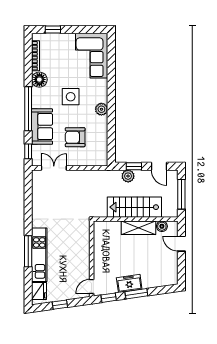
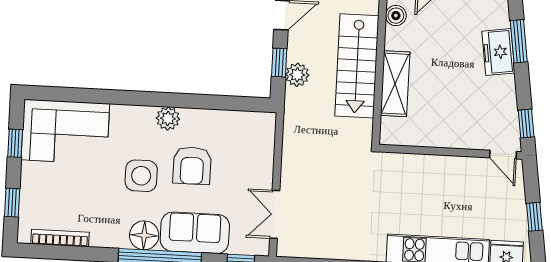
window: (84, 30) -> (15, 143), added
floor lamp: (39, 80) -> (144, 235), moved
armchair: (75, 137) -> (192, 166), moved
shelving: (138, 228) -> (395, 84), moved
freezer: (129, 283) -> (498, 52), moved
window: (136, 294) -> (519, 41), moved

